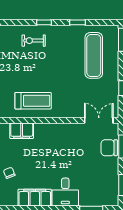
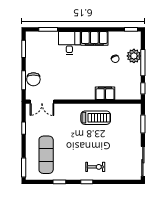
treadmill: (33, 101) -> (96, 118), turned 180
chair: (109, 148) -> (33, 79), turned 90

